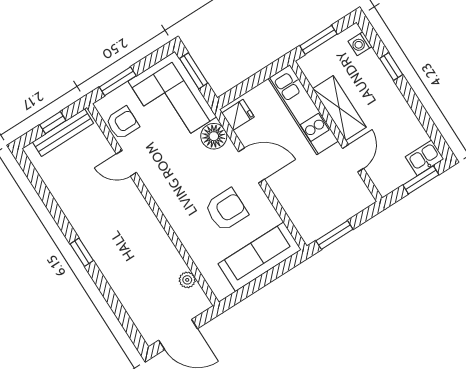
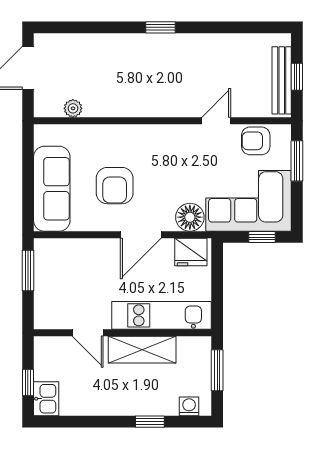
window: (194, 71) -> (262, 237), width x0.67
fridge: (238, 115) -> (191, 252), width x1.38
armchair: (122, 123) -> (256, 141), turned 90
window: (421, 180) -> (28, 383), width x0.67

